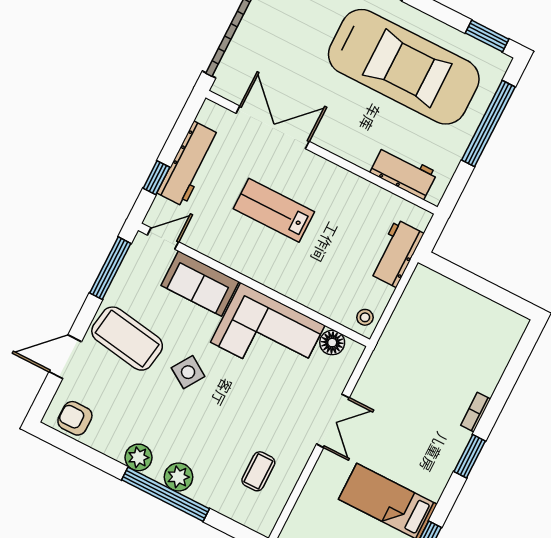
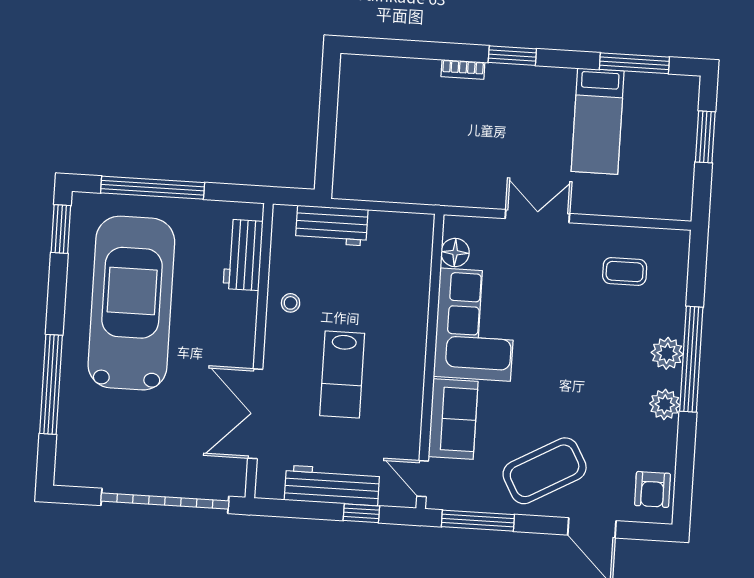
stool: (365, 317) -> (291, 303), moved
coffee table: (127, 339) -> (545, 471), turned 52
side table: (188, 372) -> (552, 391), removed

